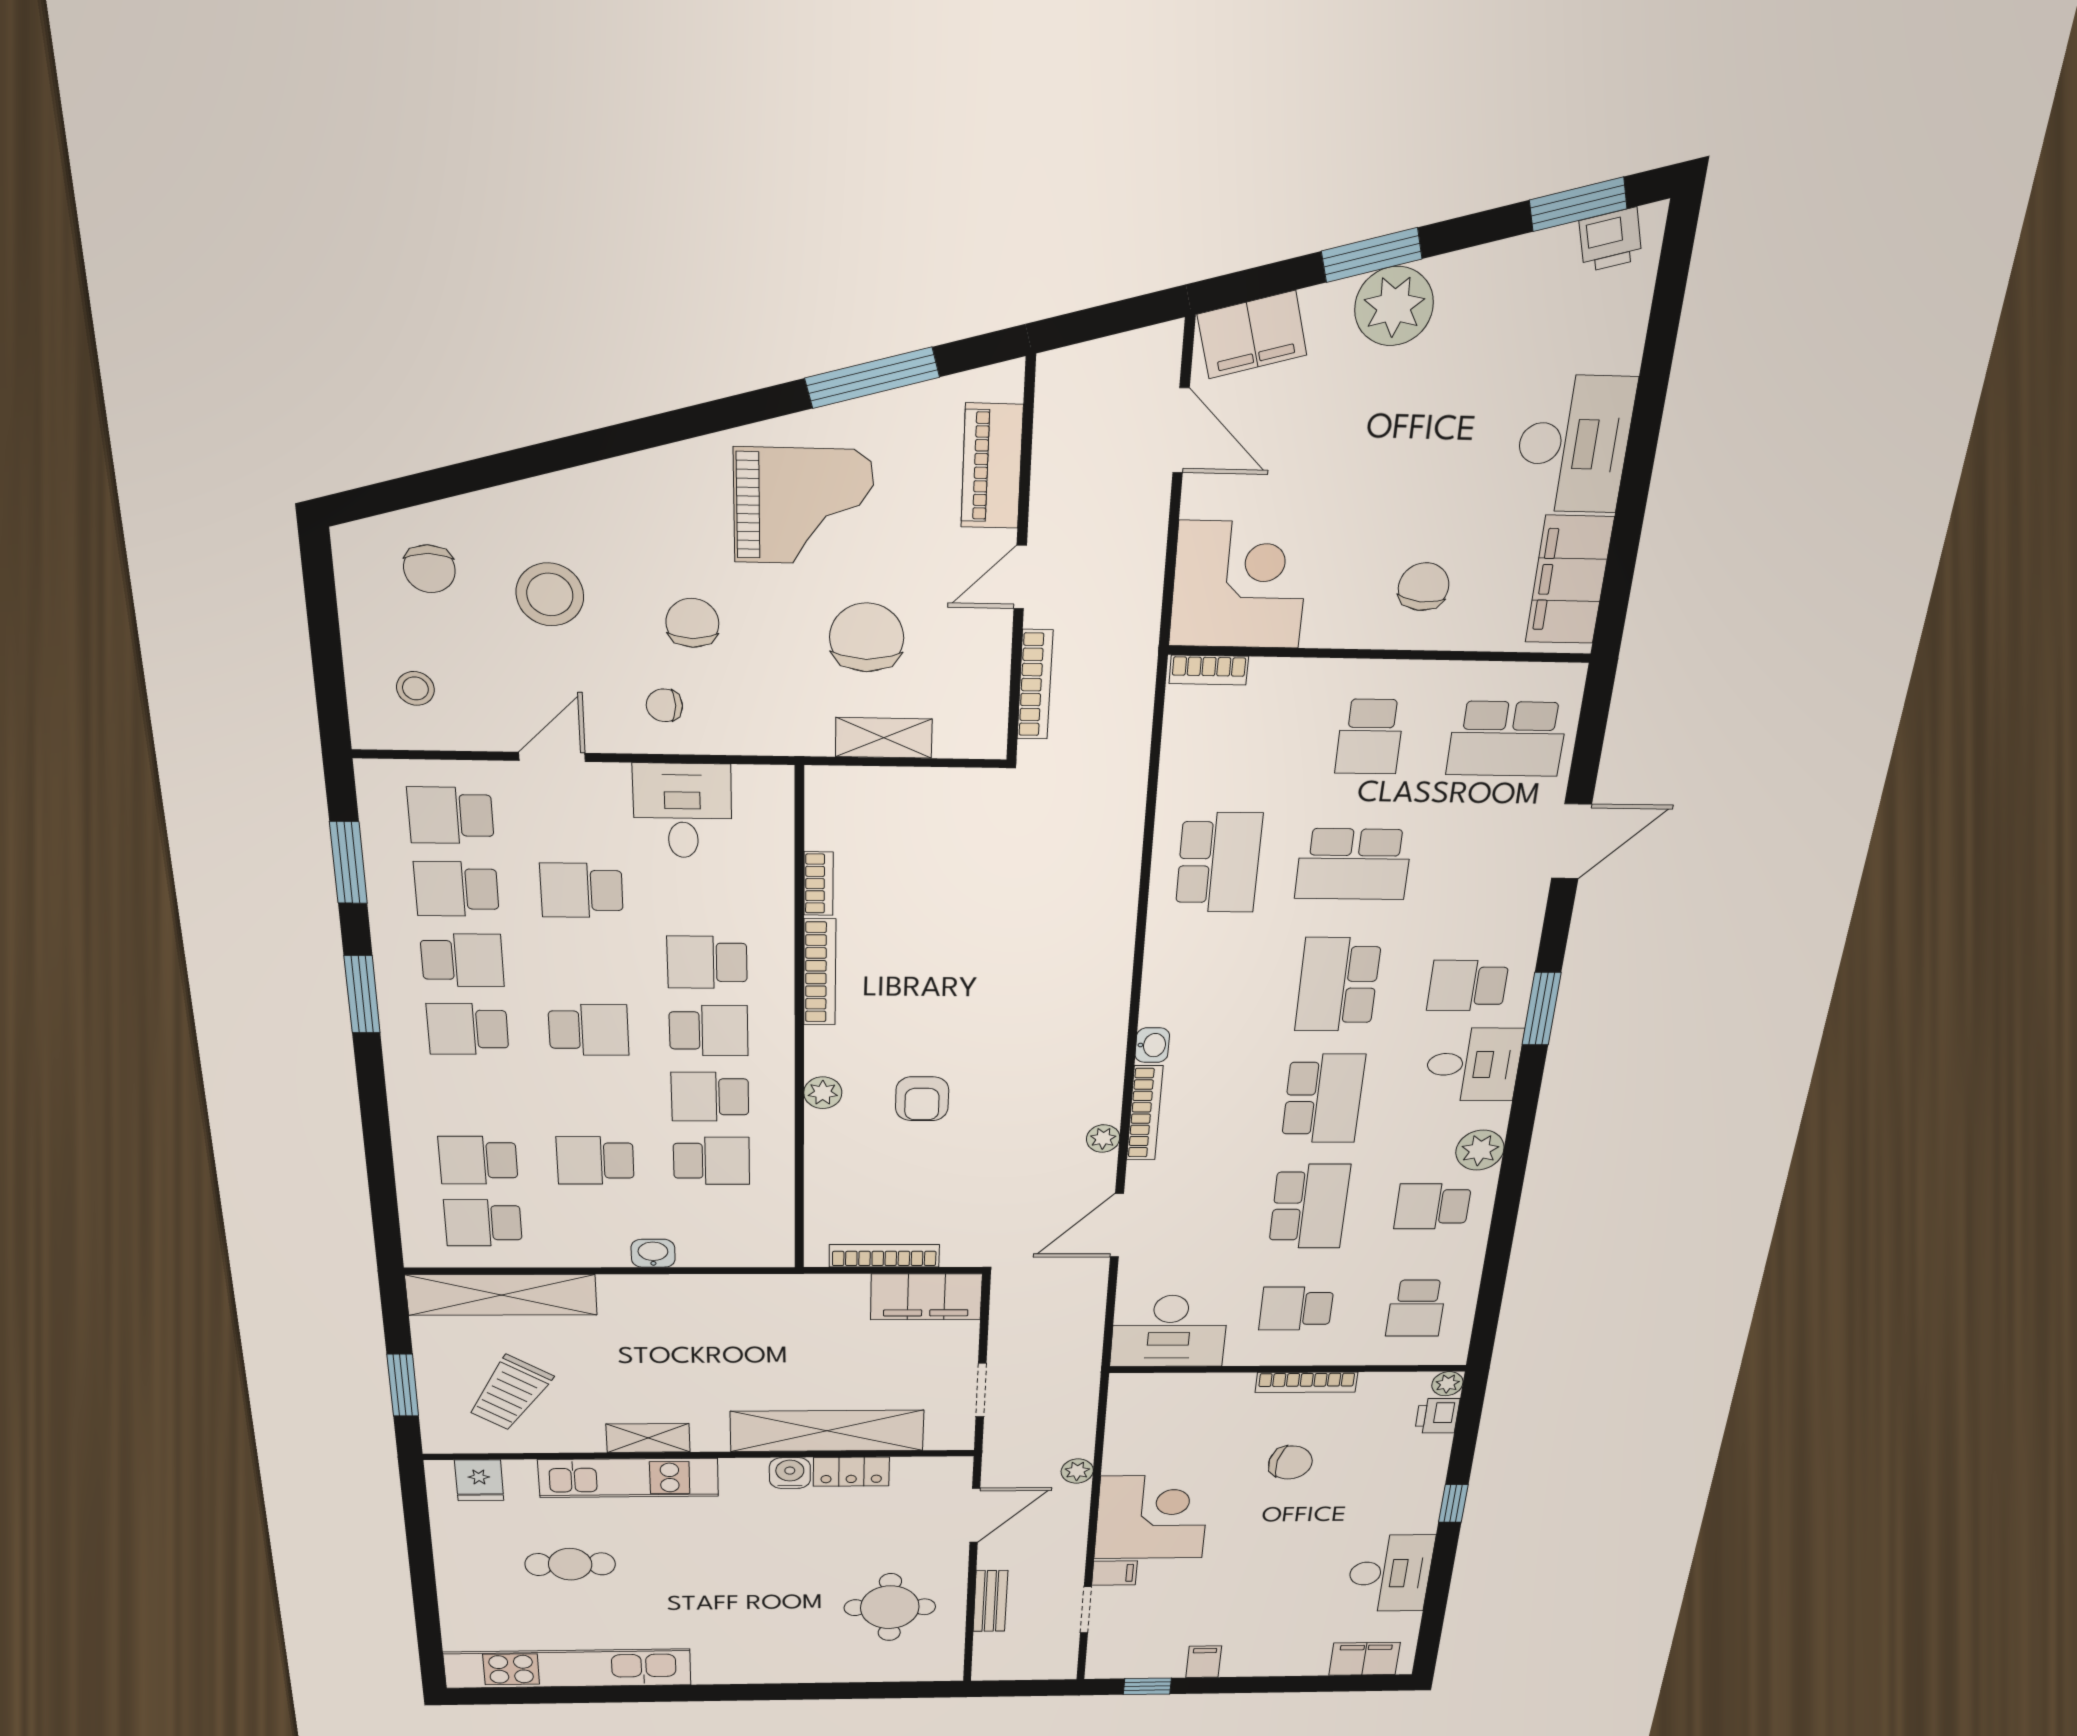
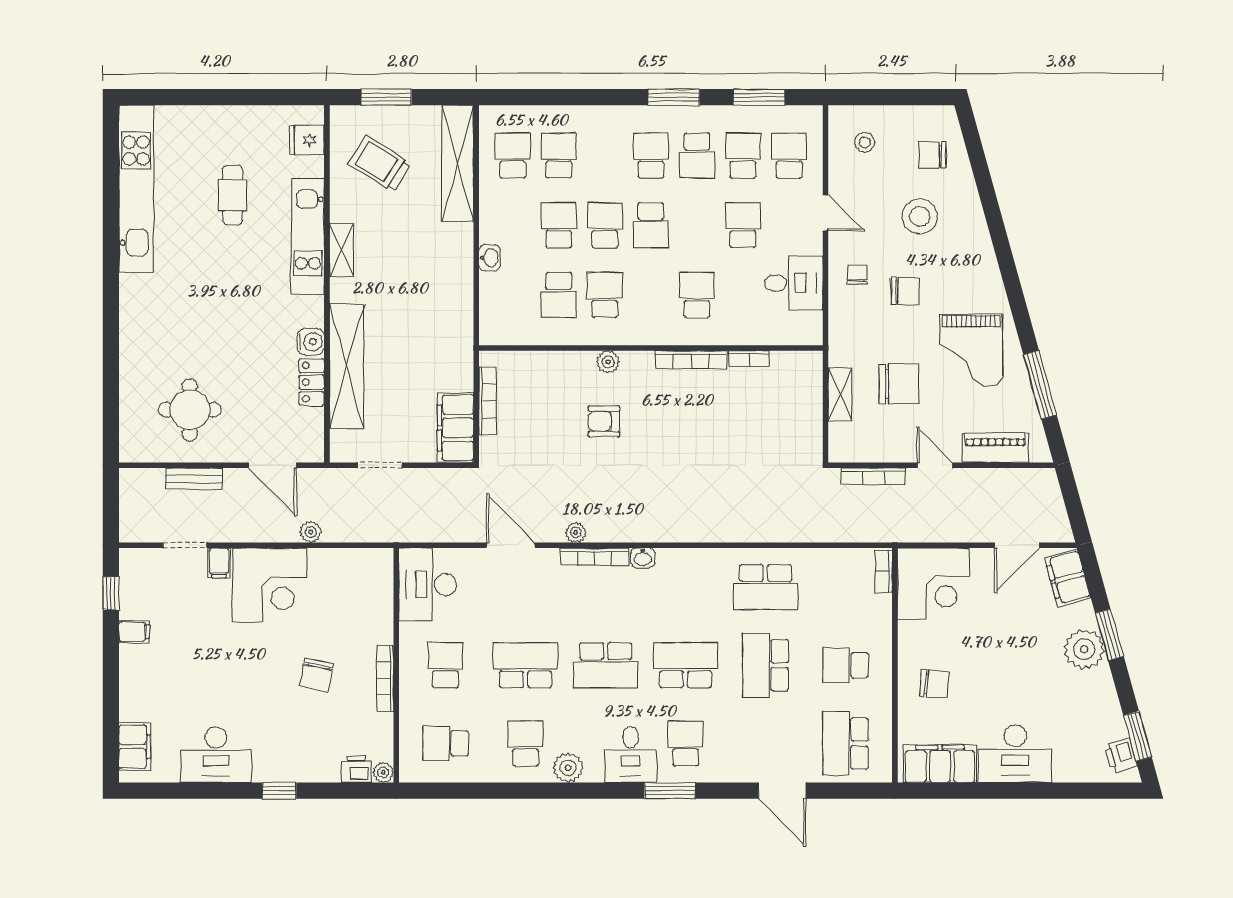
school desk: (709, 1031) -> (605, 225), moved, turned 180
school desk: (1309, 1206) -> (526, 665), turned 180

